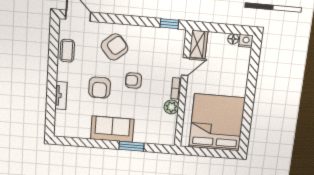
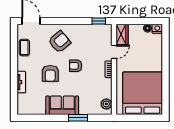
plant: (171, 107) -> (106, 104), moved

